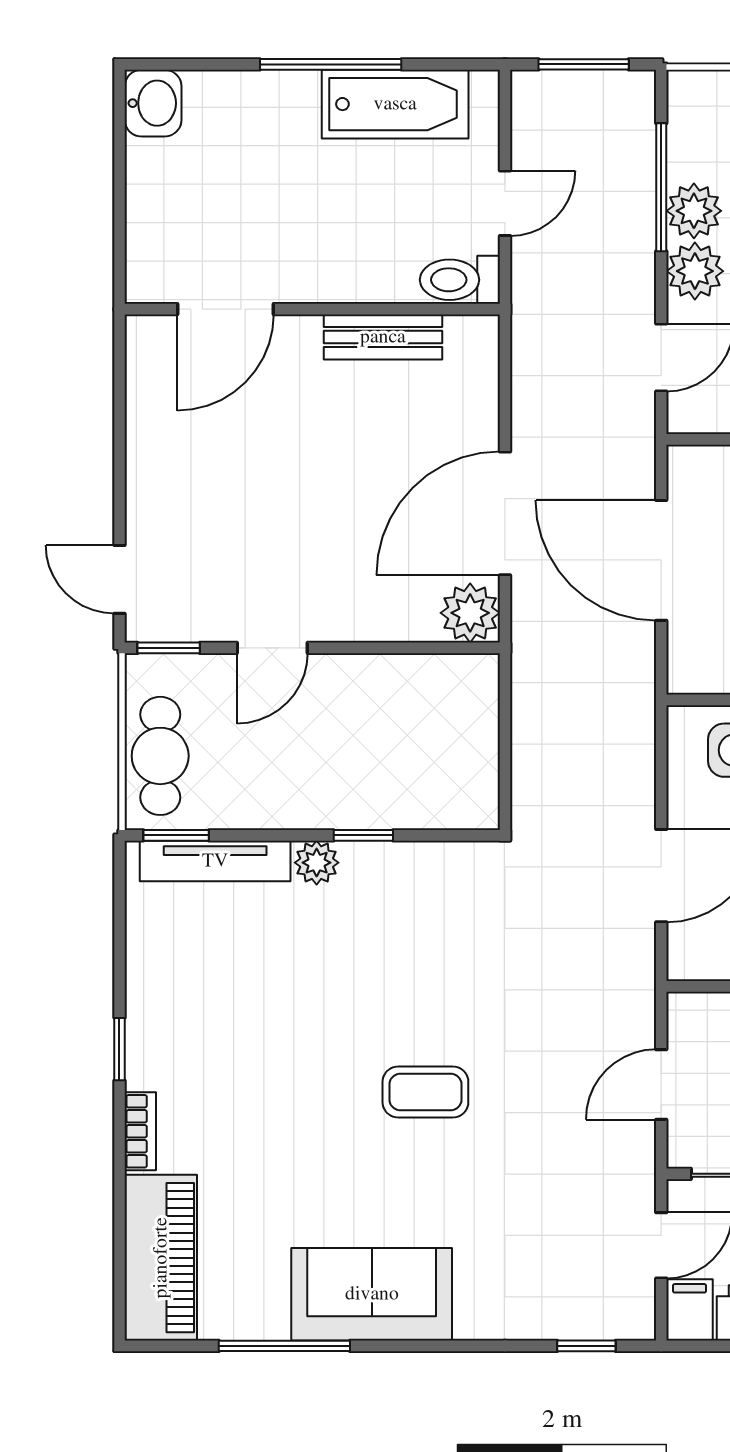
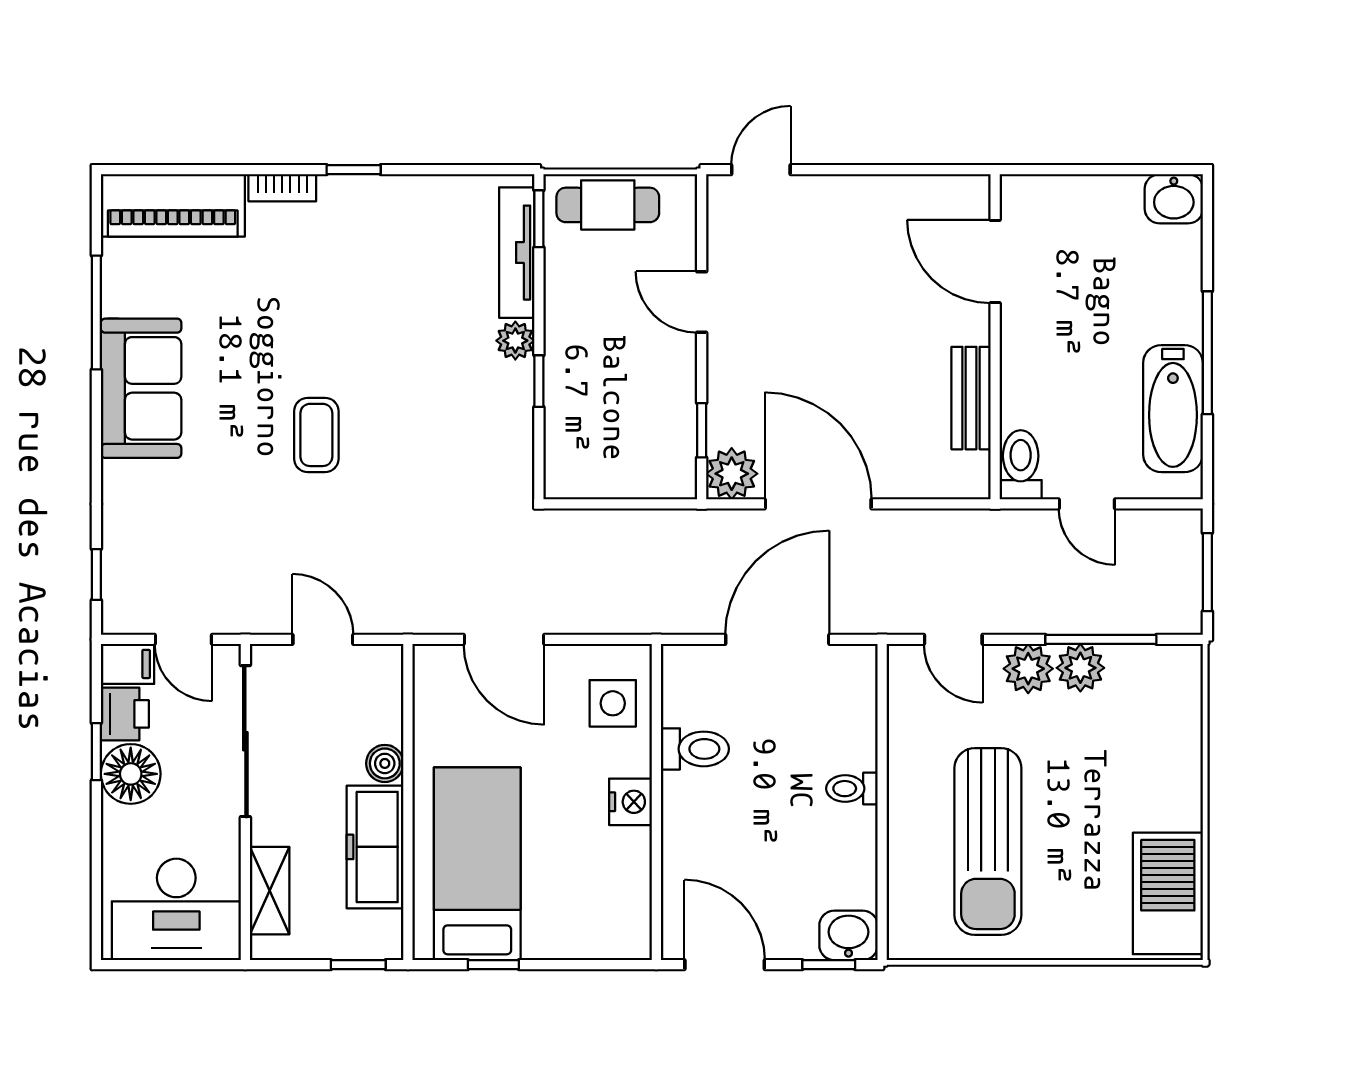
window: (169, 648) -> (702, 430), moved

